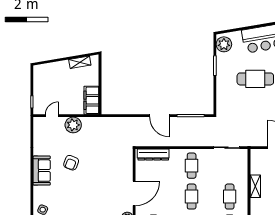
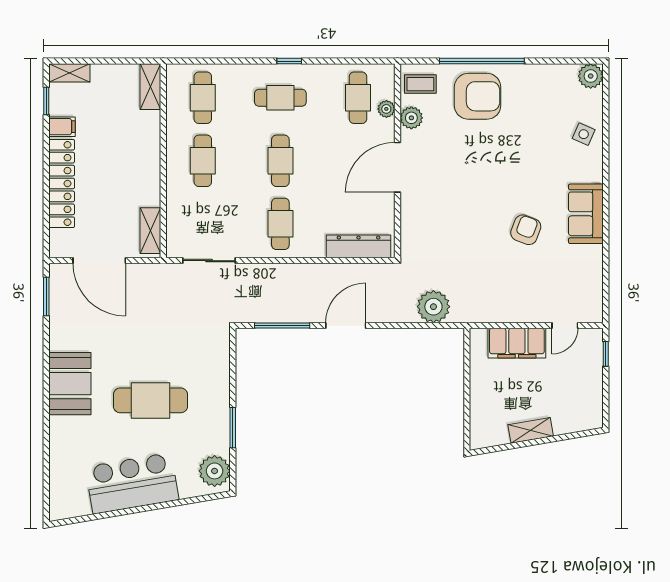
shelving: (80, 62) -> (531, 430), moved
filing cabinet: (91, 100) -> (517, 343), moved, turned 90
door: (159, 116) -> (346, 326), hinge flipped
plant: (73, 125) -> (433, 307), moved
shelving: (255, 186) -> (150, 231), moved

